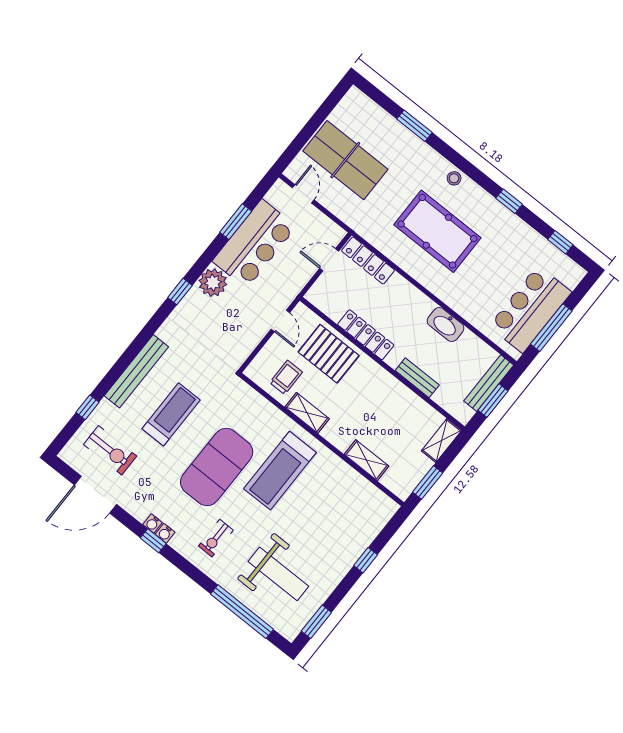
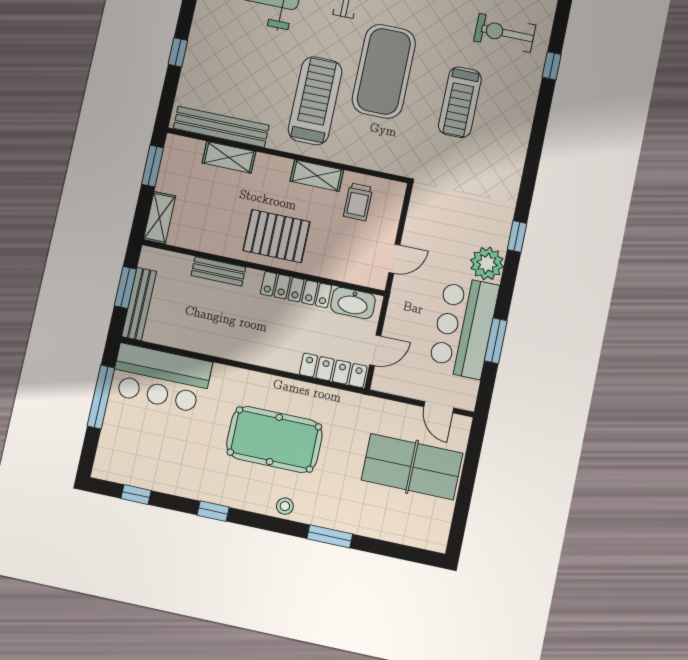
window: (415, 126) -> (330, 536), moved
bar counter: (530, 309) -> (161, 378), moved, turned 90
door: (280, 321) -> (394, 259), swing flipped
washbasin: (446, 324) -> (353, 303), moved, turned 180
pallet: (329, 354) -> (277, 236), moved
bench: (136, 371) -> (221, 127), moved, turned 90

